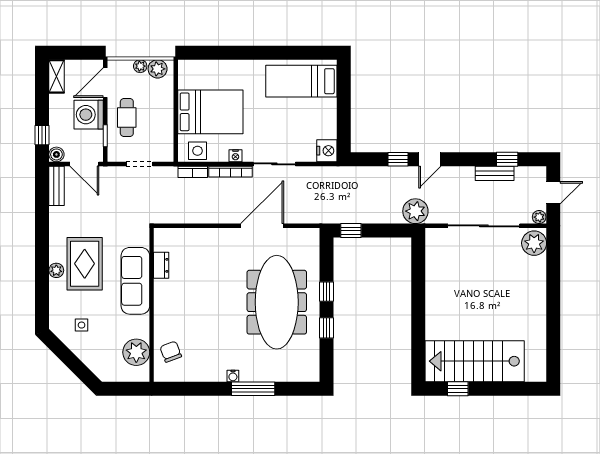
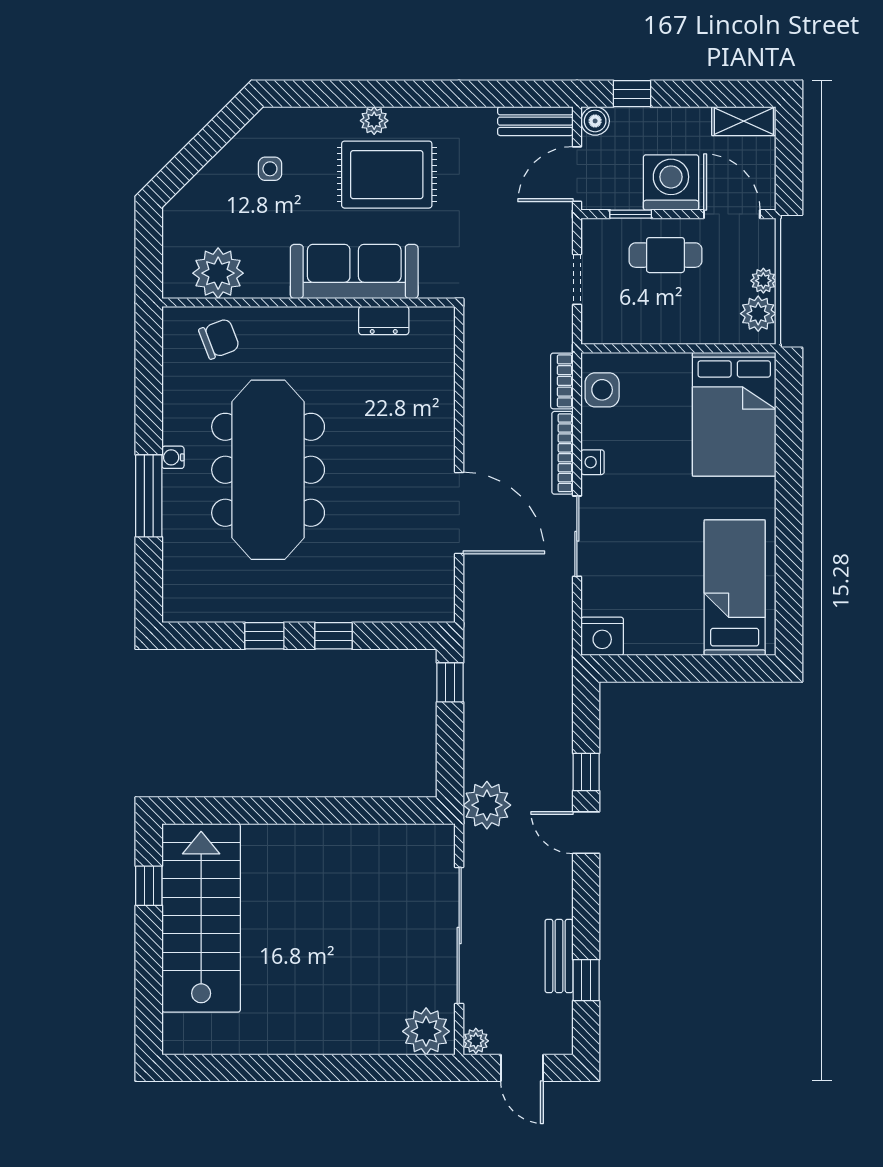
bed: (210, 112) -> (734, 414), moved
meeting table: (277, 302) -> (268, 470), moved, turned 90

